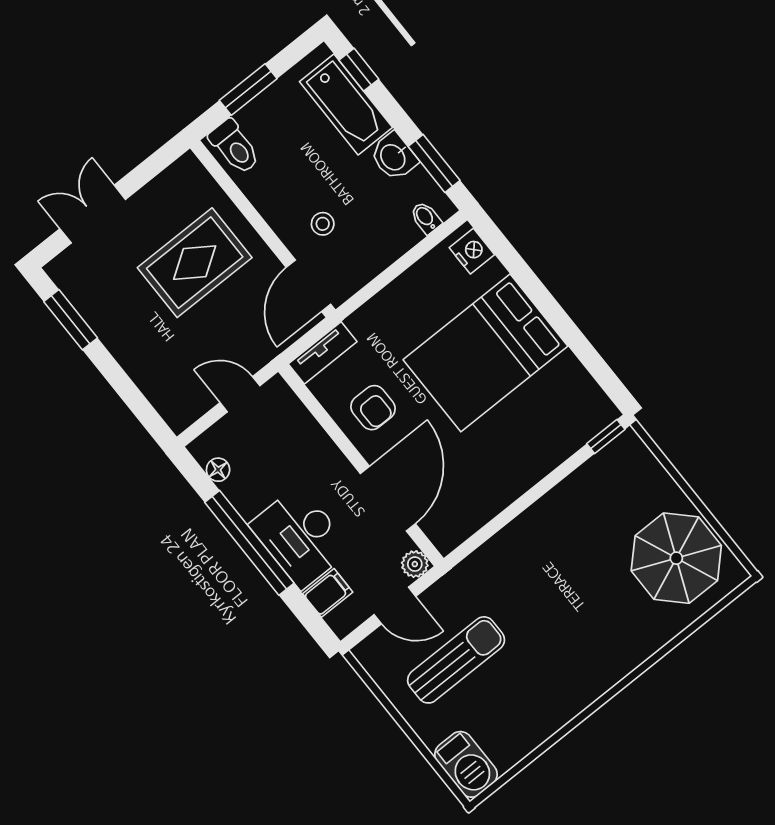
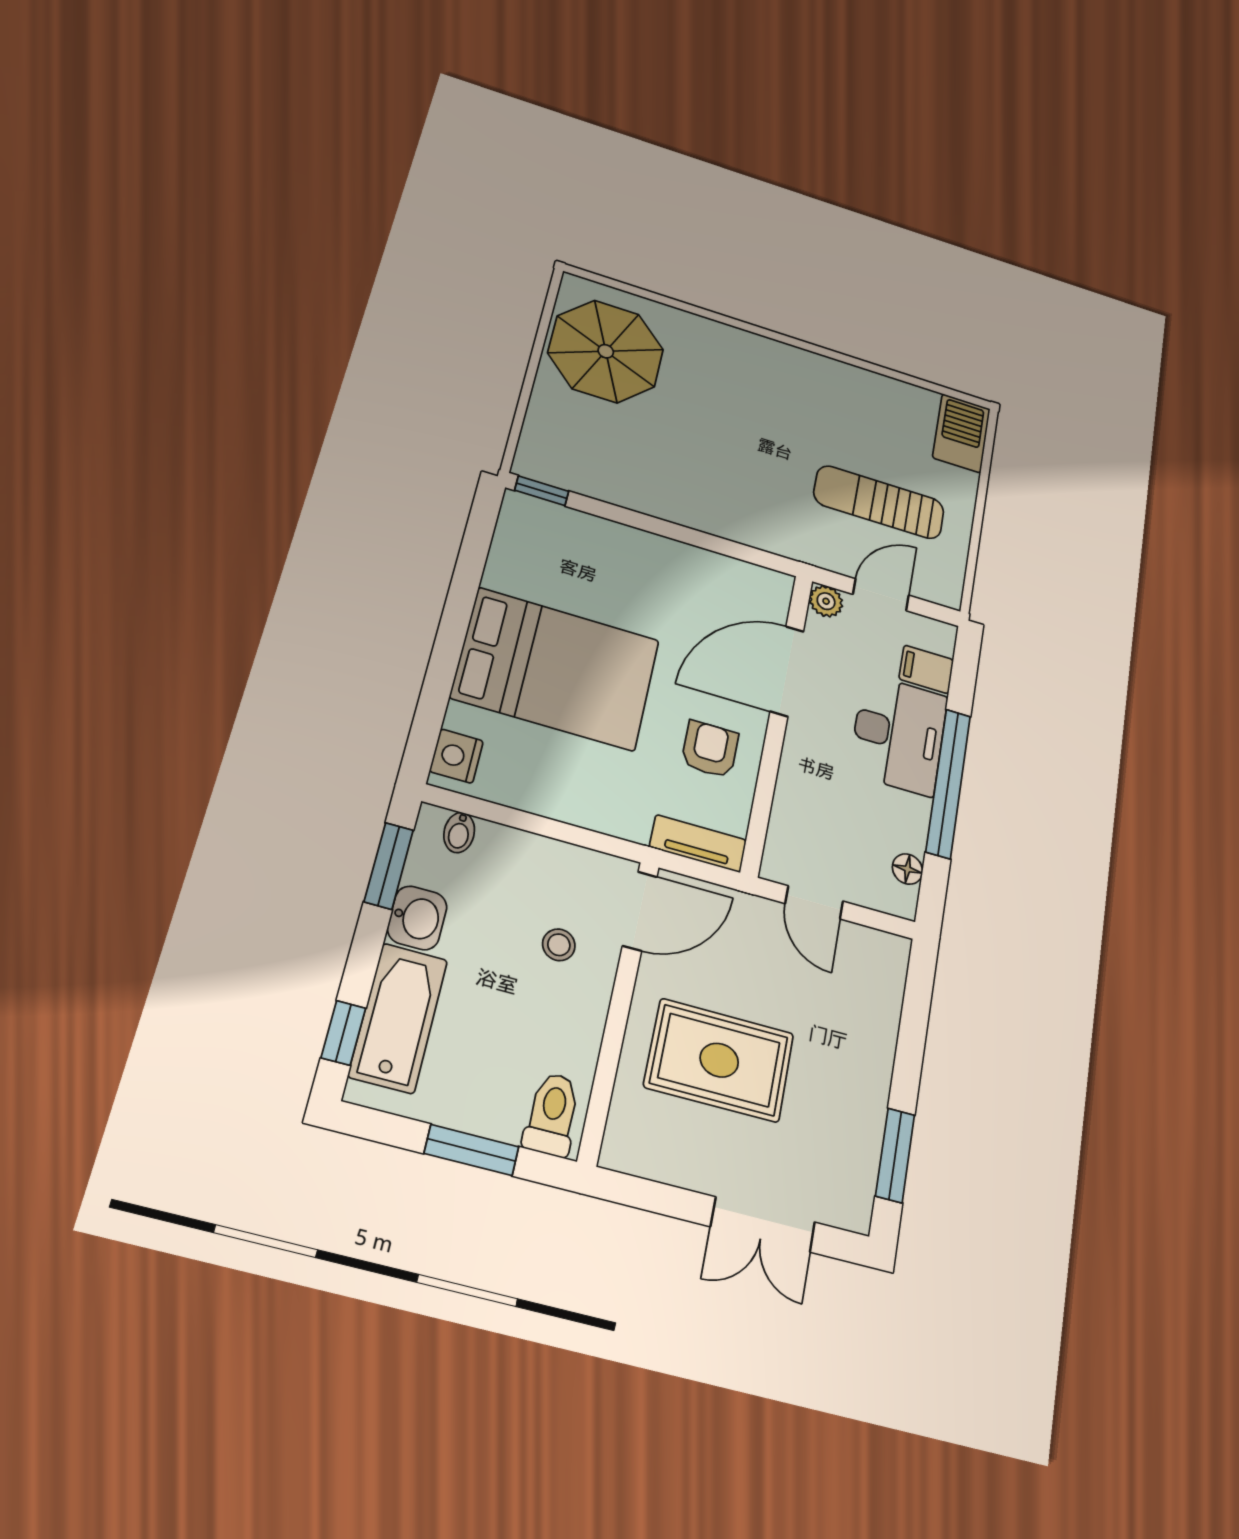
door: (395, 605) -> (881, 595), hinge flipped

